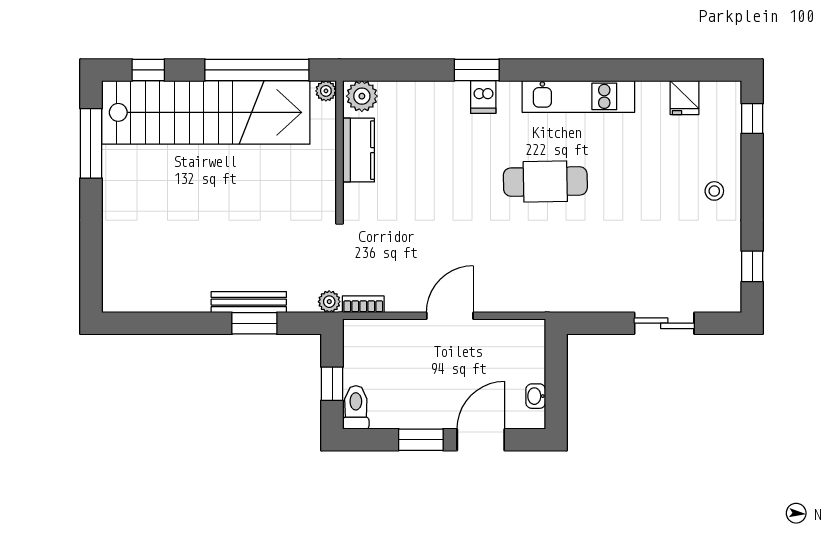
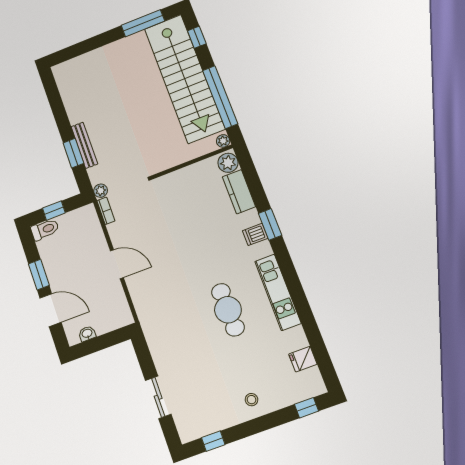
kitchen counter: (359, 150) -> (239, 192), moved, turned 90
cafe table: (545, 182) -> (228, 310), moved

